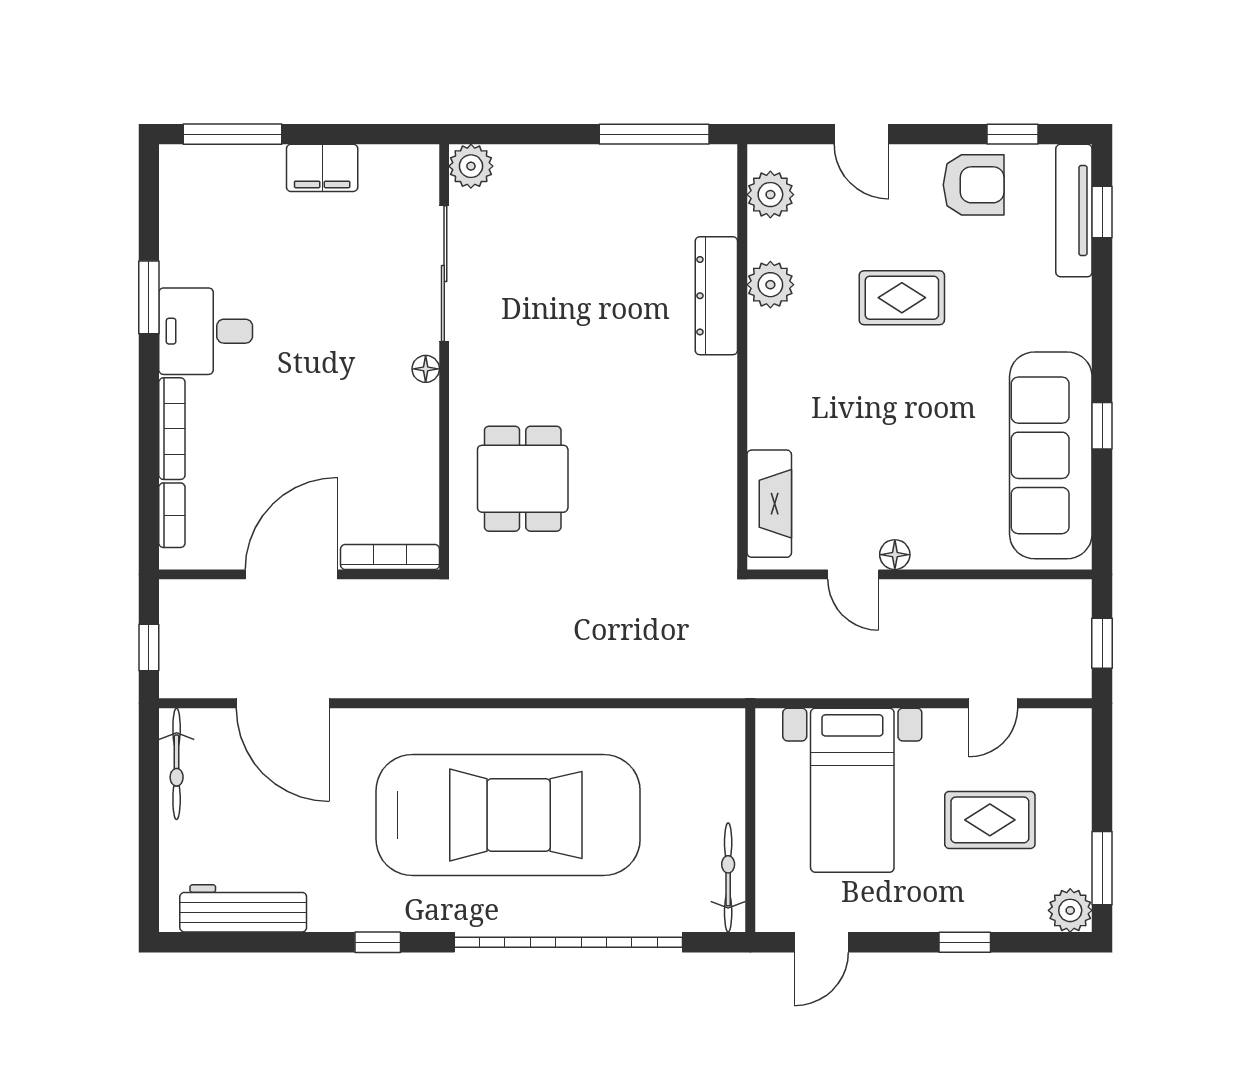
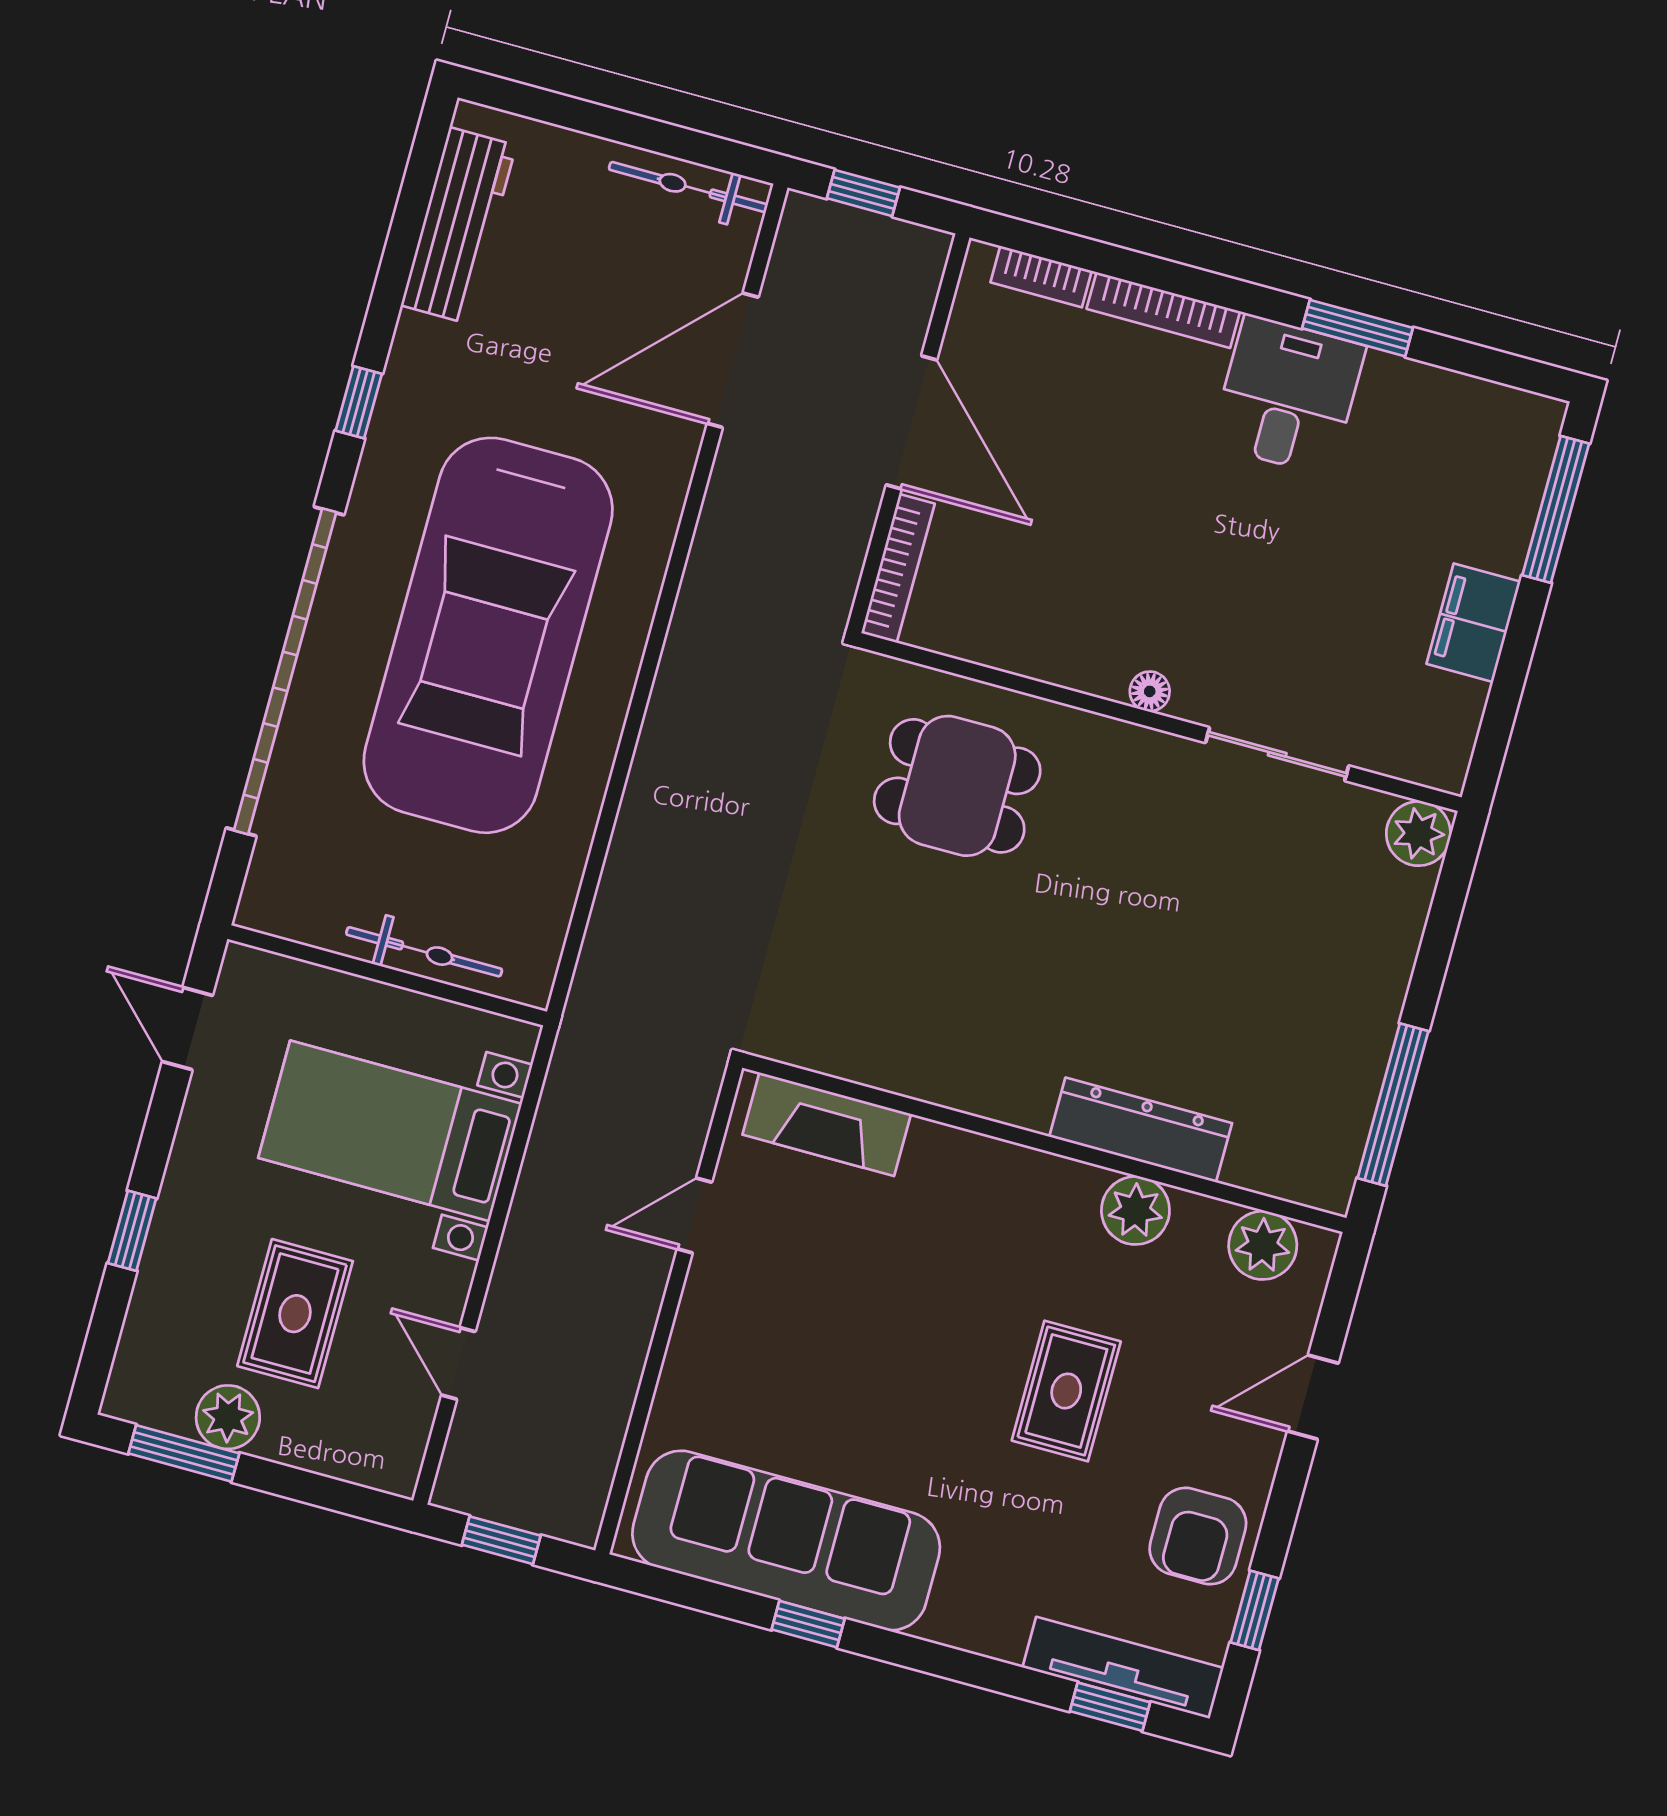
sliding door: (444, 274) -> (1277, 754), width x0.73
floor lamp: (895, 555) -> (706, 1282), removed
bicycle: (728, 877) -> (424, 952), moved
plant: (1070, 910) -> (228, 1417), moved

